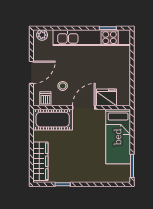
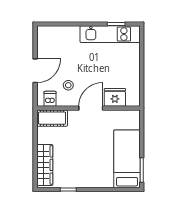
plant: (42, 35) -> (46, 31), removed
kitchen unit: (92, 38) -> (110, 34), width x0.73
cot: (53, 120) -> (52, 118), width x0.73, depth x0.75
bed: (118, 137) -> (127, 159), moved, turned 180

